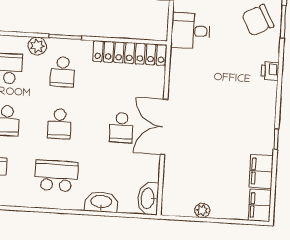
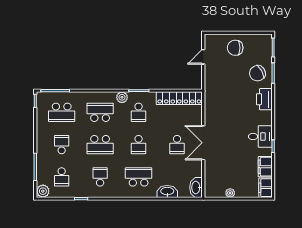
desk: (190, 31) -> (260, 137), moved, turned 180
printer: (270, 71) -> (264, 99), width x1.87, depth x1.48

